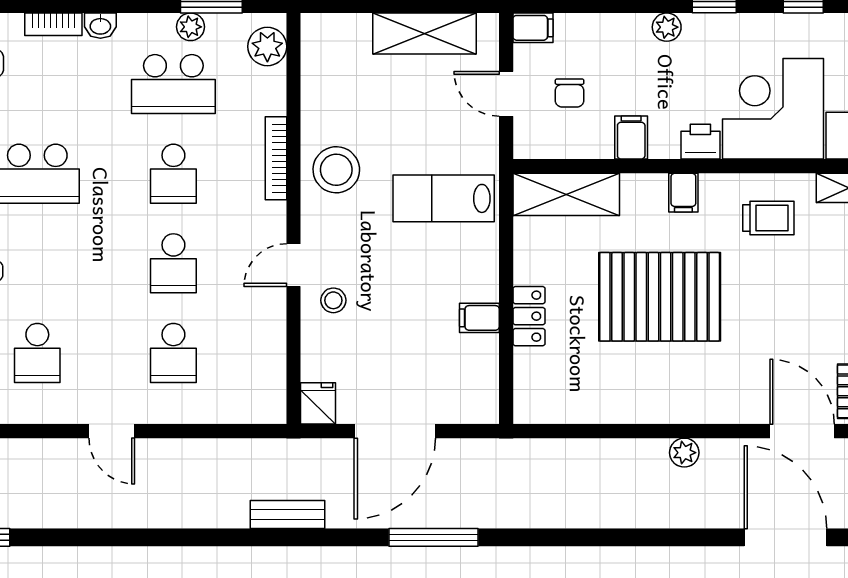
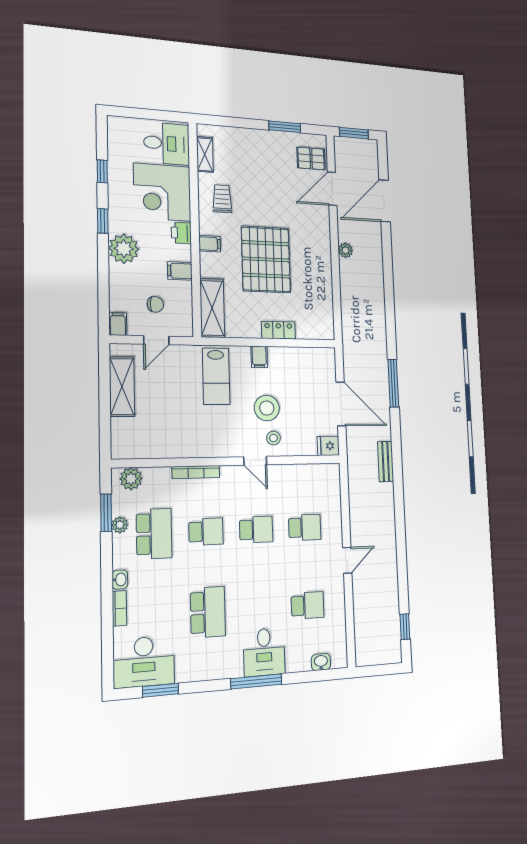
plant: (667, 27) -> (124, 249), width x1.88, depth x1.88
stool: (336, 170) -> (267, 408), moved
filing cabinet: (479, 318) -> (259, 357), moved

